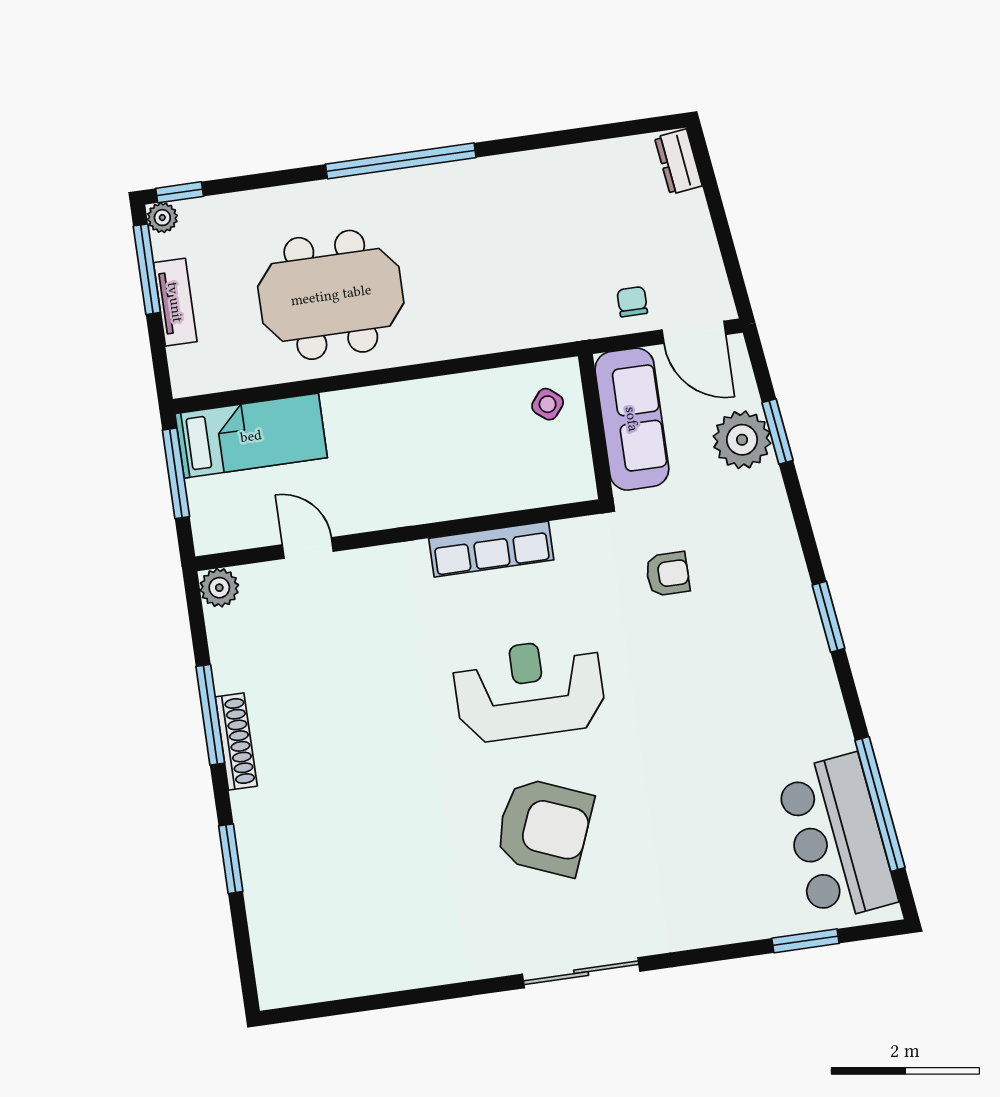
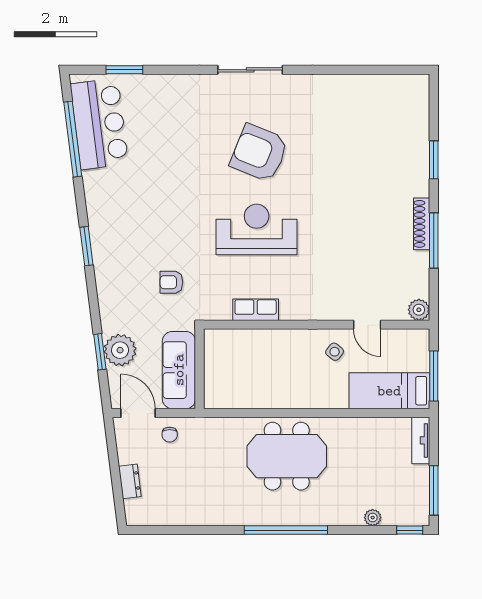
dresser: (678, 162) -> (130, 481), moved
plant: (162, 218) -> (373, 518), moved
meeting table: (331, 295) -> (287, 456), moved
tv unit: (175, 302) -> (421, 440), moved
side table: (548, 404) -> (335, 352), moved
row of seats: (491, 549) -> (256, 310), width x0.68
reception desk: (529, 690) -> (257, 229), turned 180

